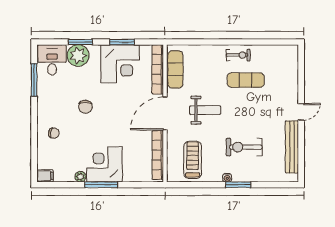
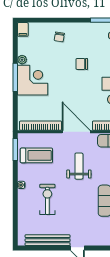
weight bench: (205, 110) -> (79, 166), turned 180
window: (238, 185) -> (15, 149), moved

